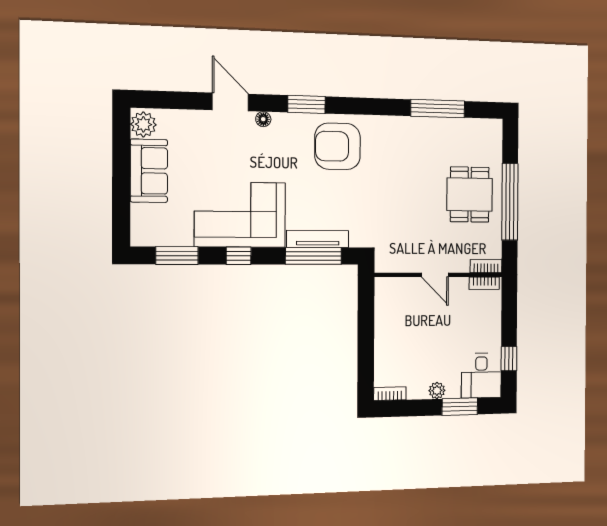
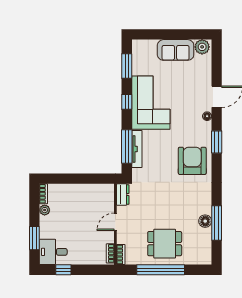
floor lamp: (435, 127) -> (205, 221), added
dresser: (392, 263) -> (123, 195), added
plant: (437, 391) -> (45, 210), moved

